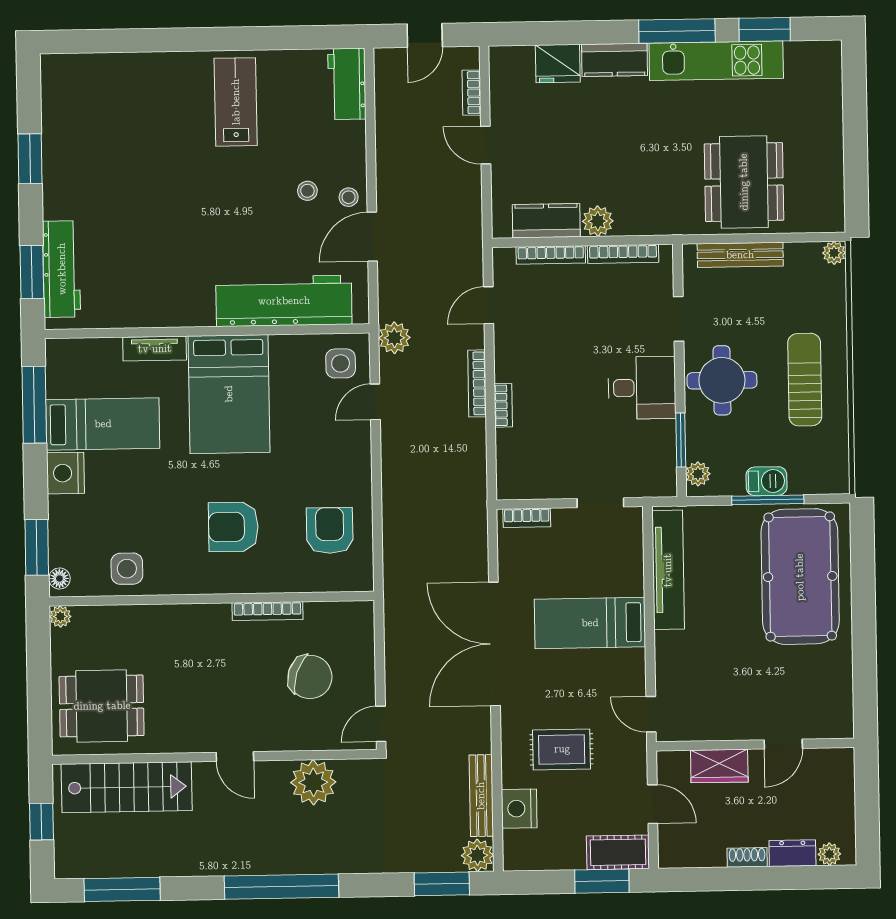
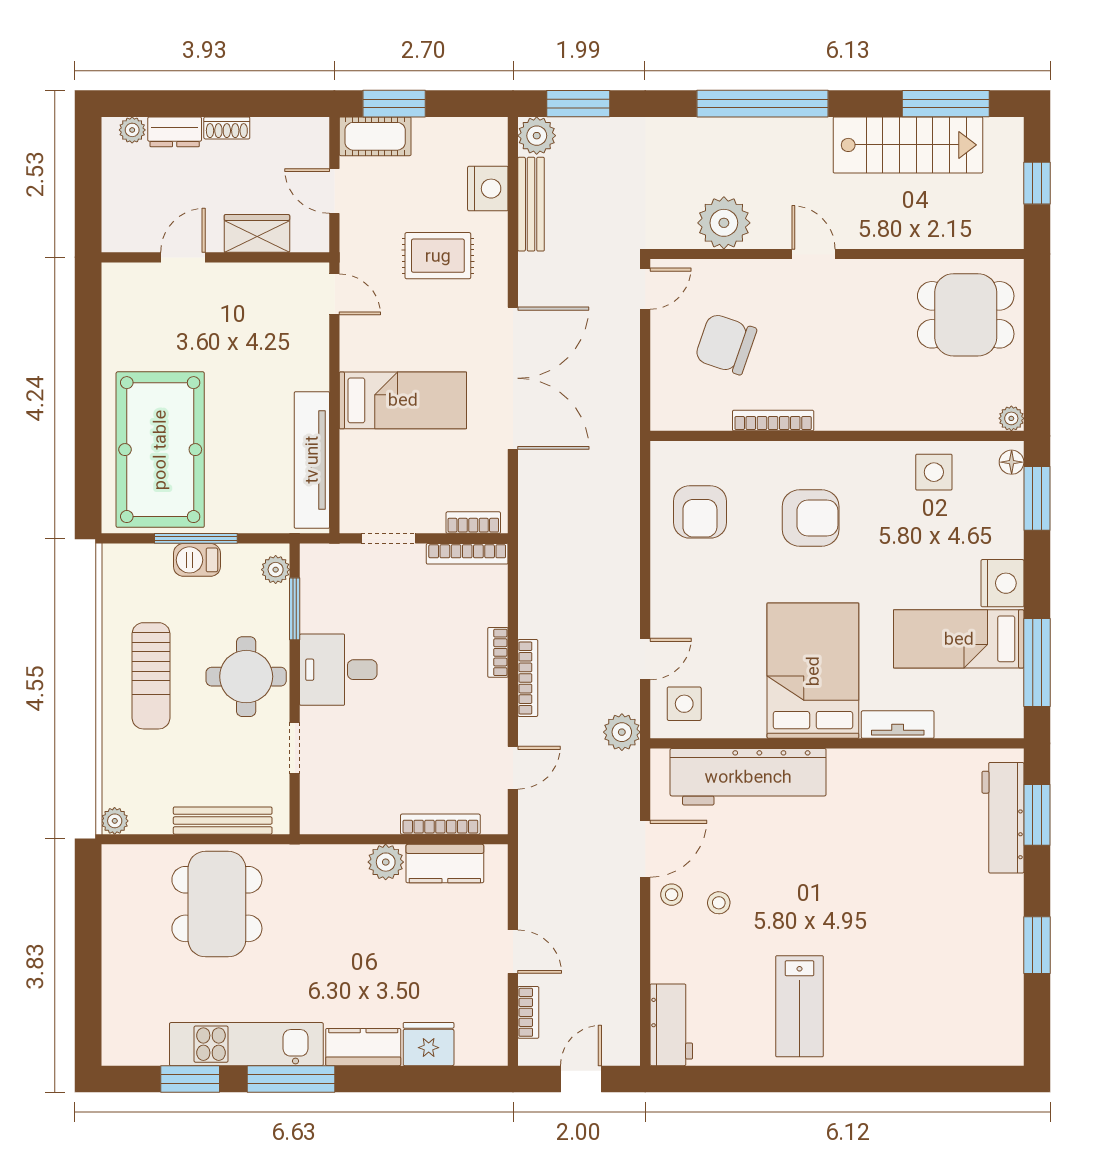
bookcase: (623, 254) -> (467, 554), moved, turned 180
stairs: (127, 787) -> (908, 145), moved, turned 180

